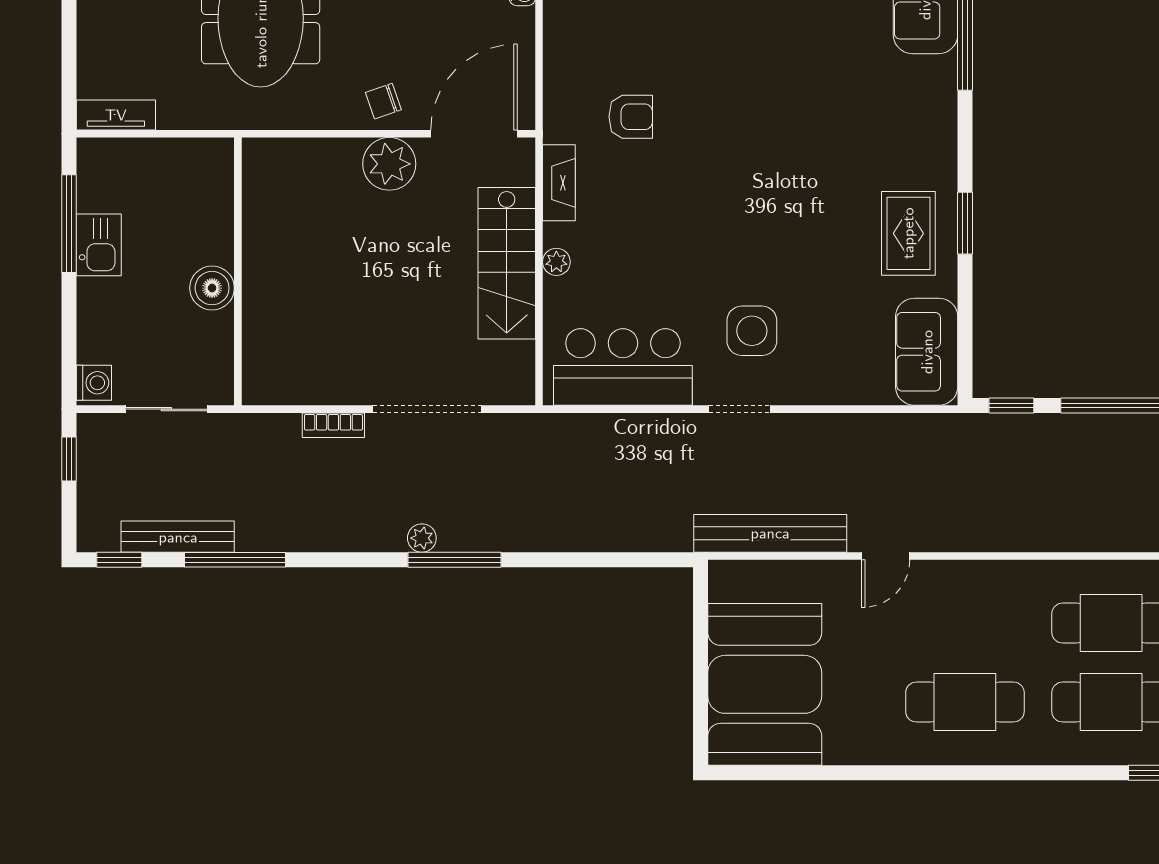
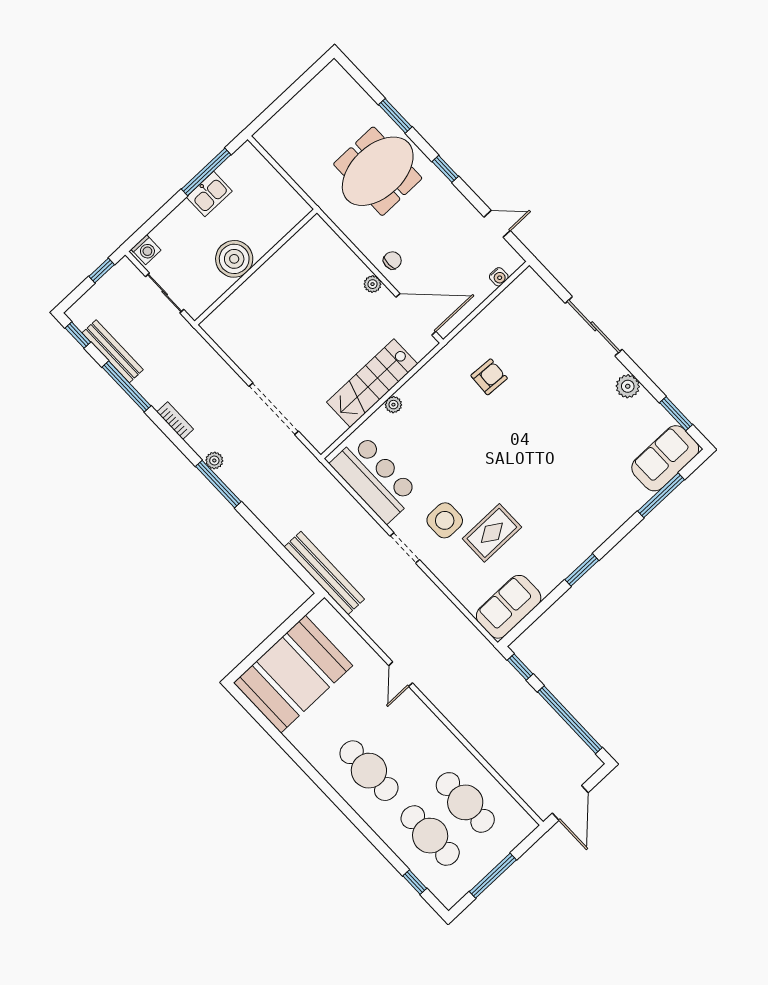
chair: (383, 101) -> (392, 260), turned 109
tv unit: (116, 115) -> (274, 147), removed
armchair: (631, 117) -> (489, 377), turned -87
plant: (389, 164) -> (372, 284), width x0.53, depth x0.53
fireplace: (559, 183) -> (430, 373), removed
rug: (908, 233) -> (492, 533), moved
boiler: (212, 288) -> (234, 259), width x1.37, depth x1.37
bookcase: (333, 425) -> (175, 421), moved, turned 180
bench: (770, 533) -> (324, 573), moved
door: (886, 556) -> (401, 674), hinge flipped

